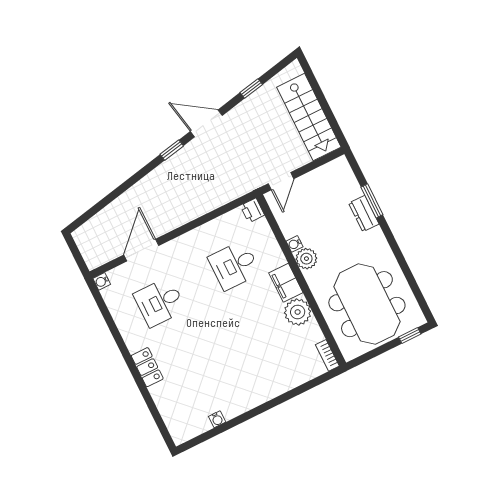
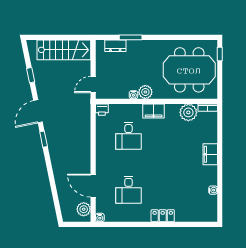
door: (281, 181) -> (93, 85), swing flipped
dresser: (364, 214) -> (115, 46), moved
plant: (102, 253) -> (84, 209), added
plant: (298, 312) -> (188, 112), moved
filing cabinet: (265, 391) -> (210, 154), added

